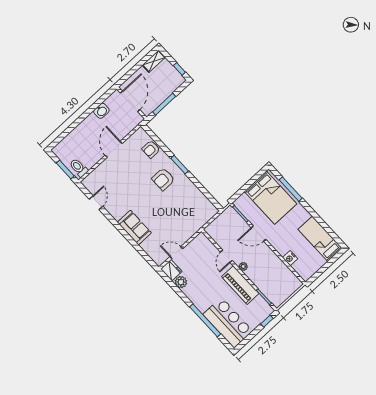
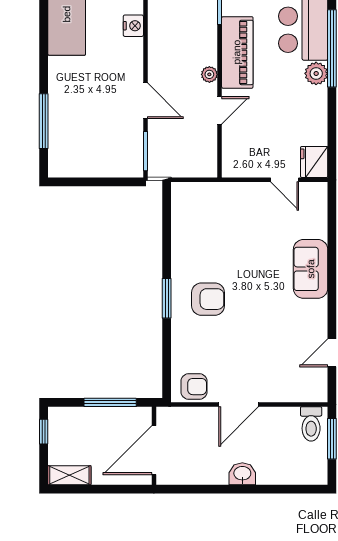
washbasin: (101, 111) -> (242, 474), moved
armchair: (151, 149) -> (194, 387), moved
bed: (270, 198) -> (83, 135), removed
plant: (181, 282) -> (316, 73), moved

